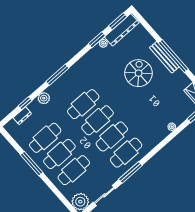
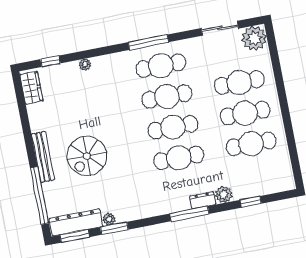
window: (173, 56) -> (39, 196), moved
dresser: (22, 116) -> (203, 200), moved
window: (32, 164) -> (287, 122), removed
window: (130, 172) -> (148, 42), moved

